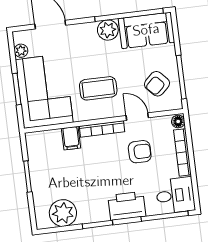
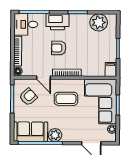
filing cabinet: (71, 138) -> (111, 69), moved
armchair: (140, 152) -> (59, 48), moved

